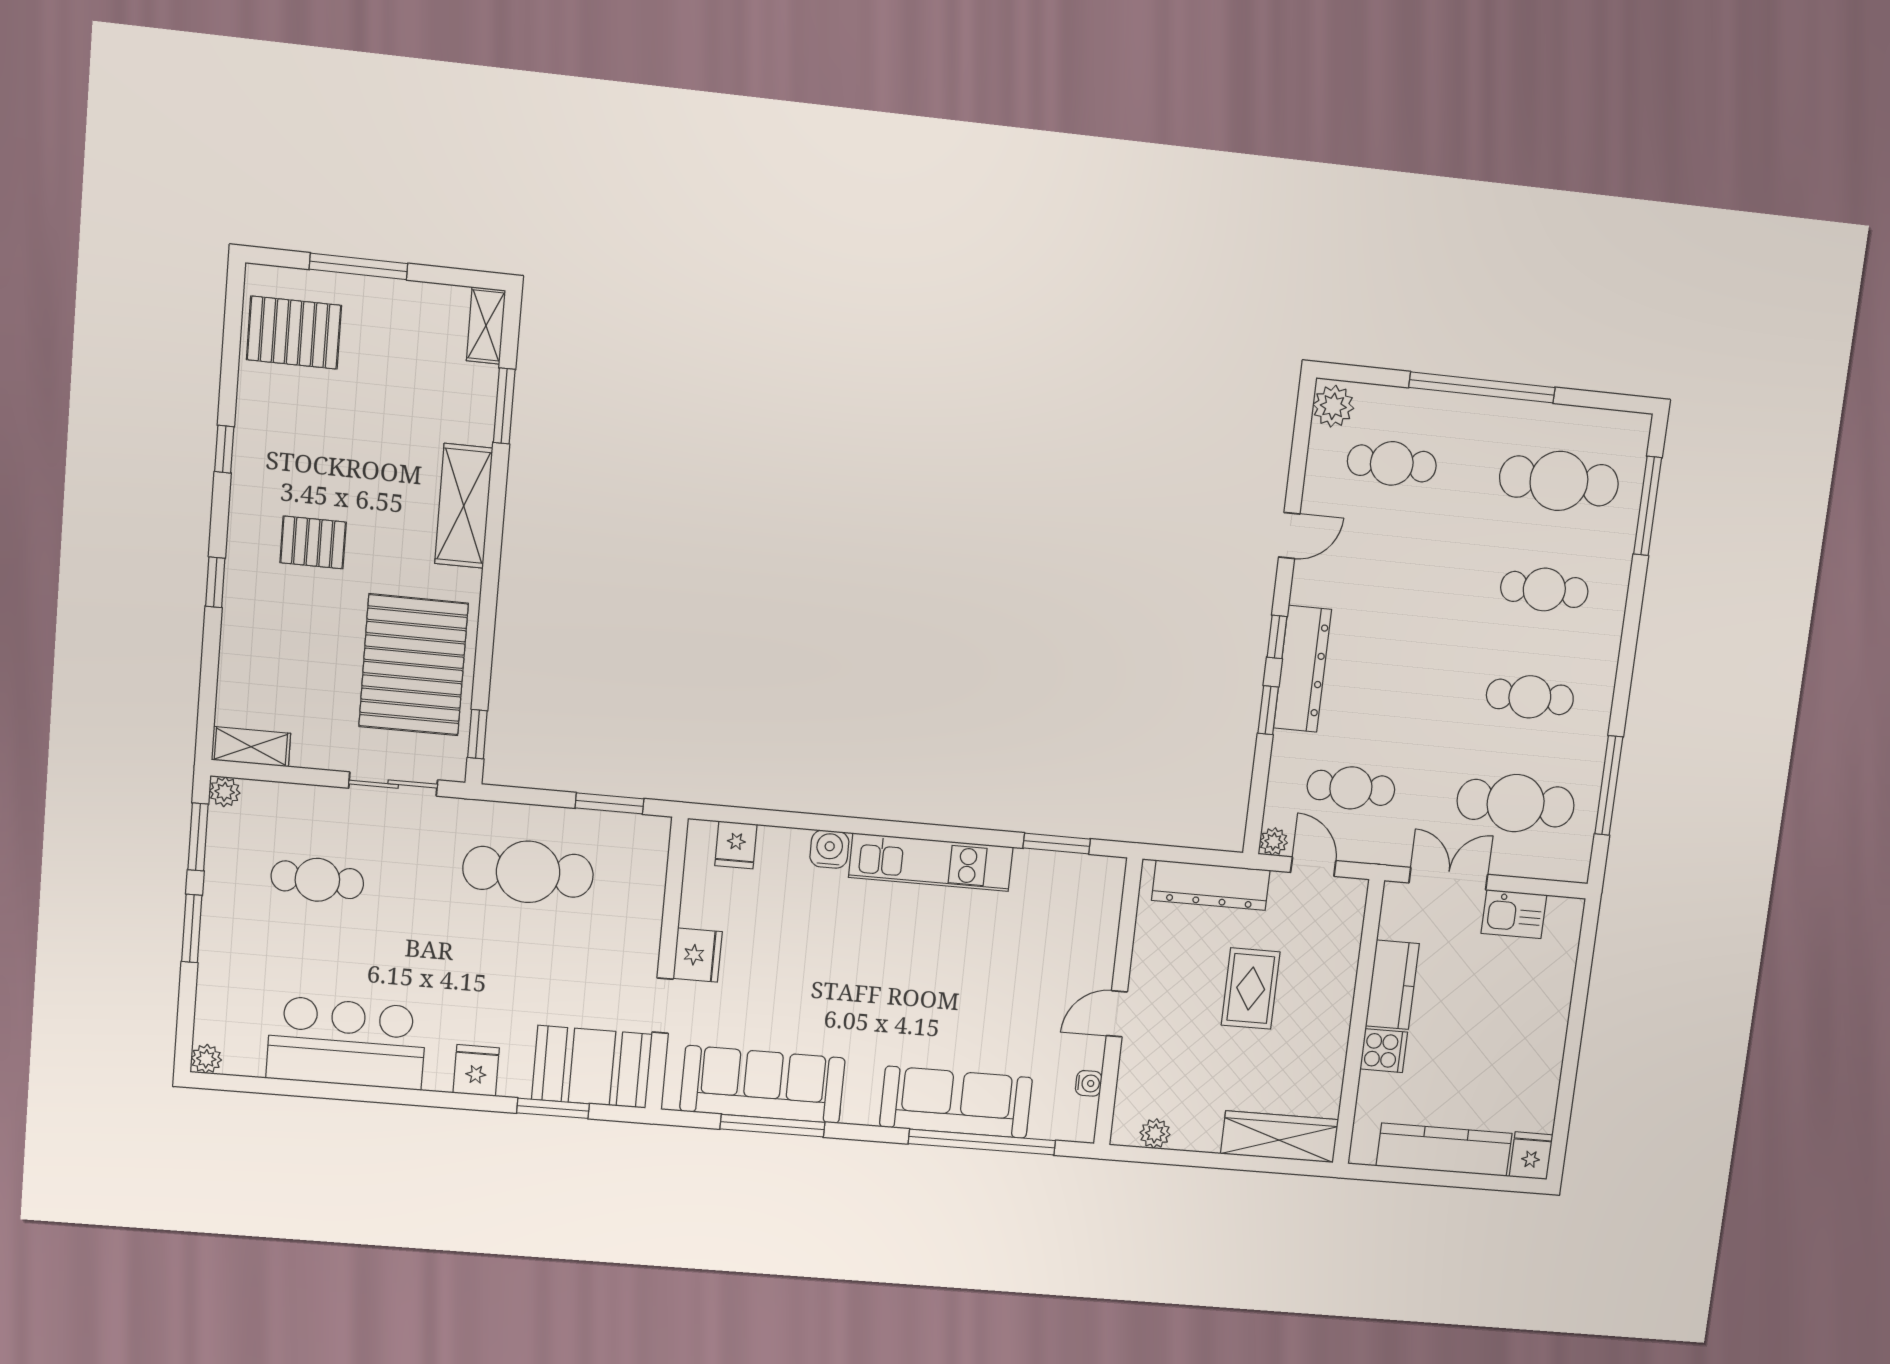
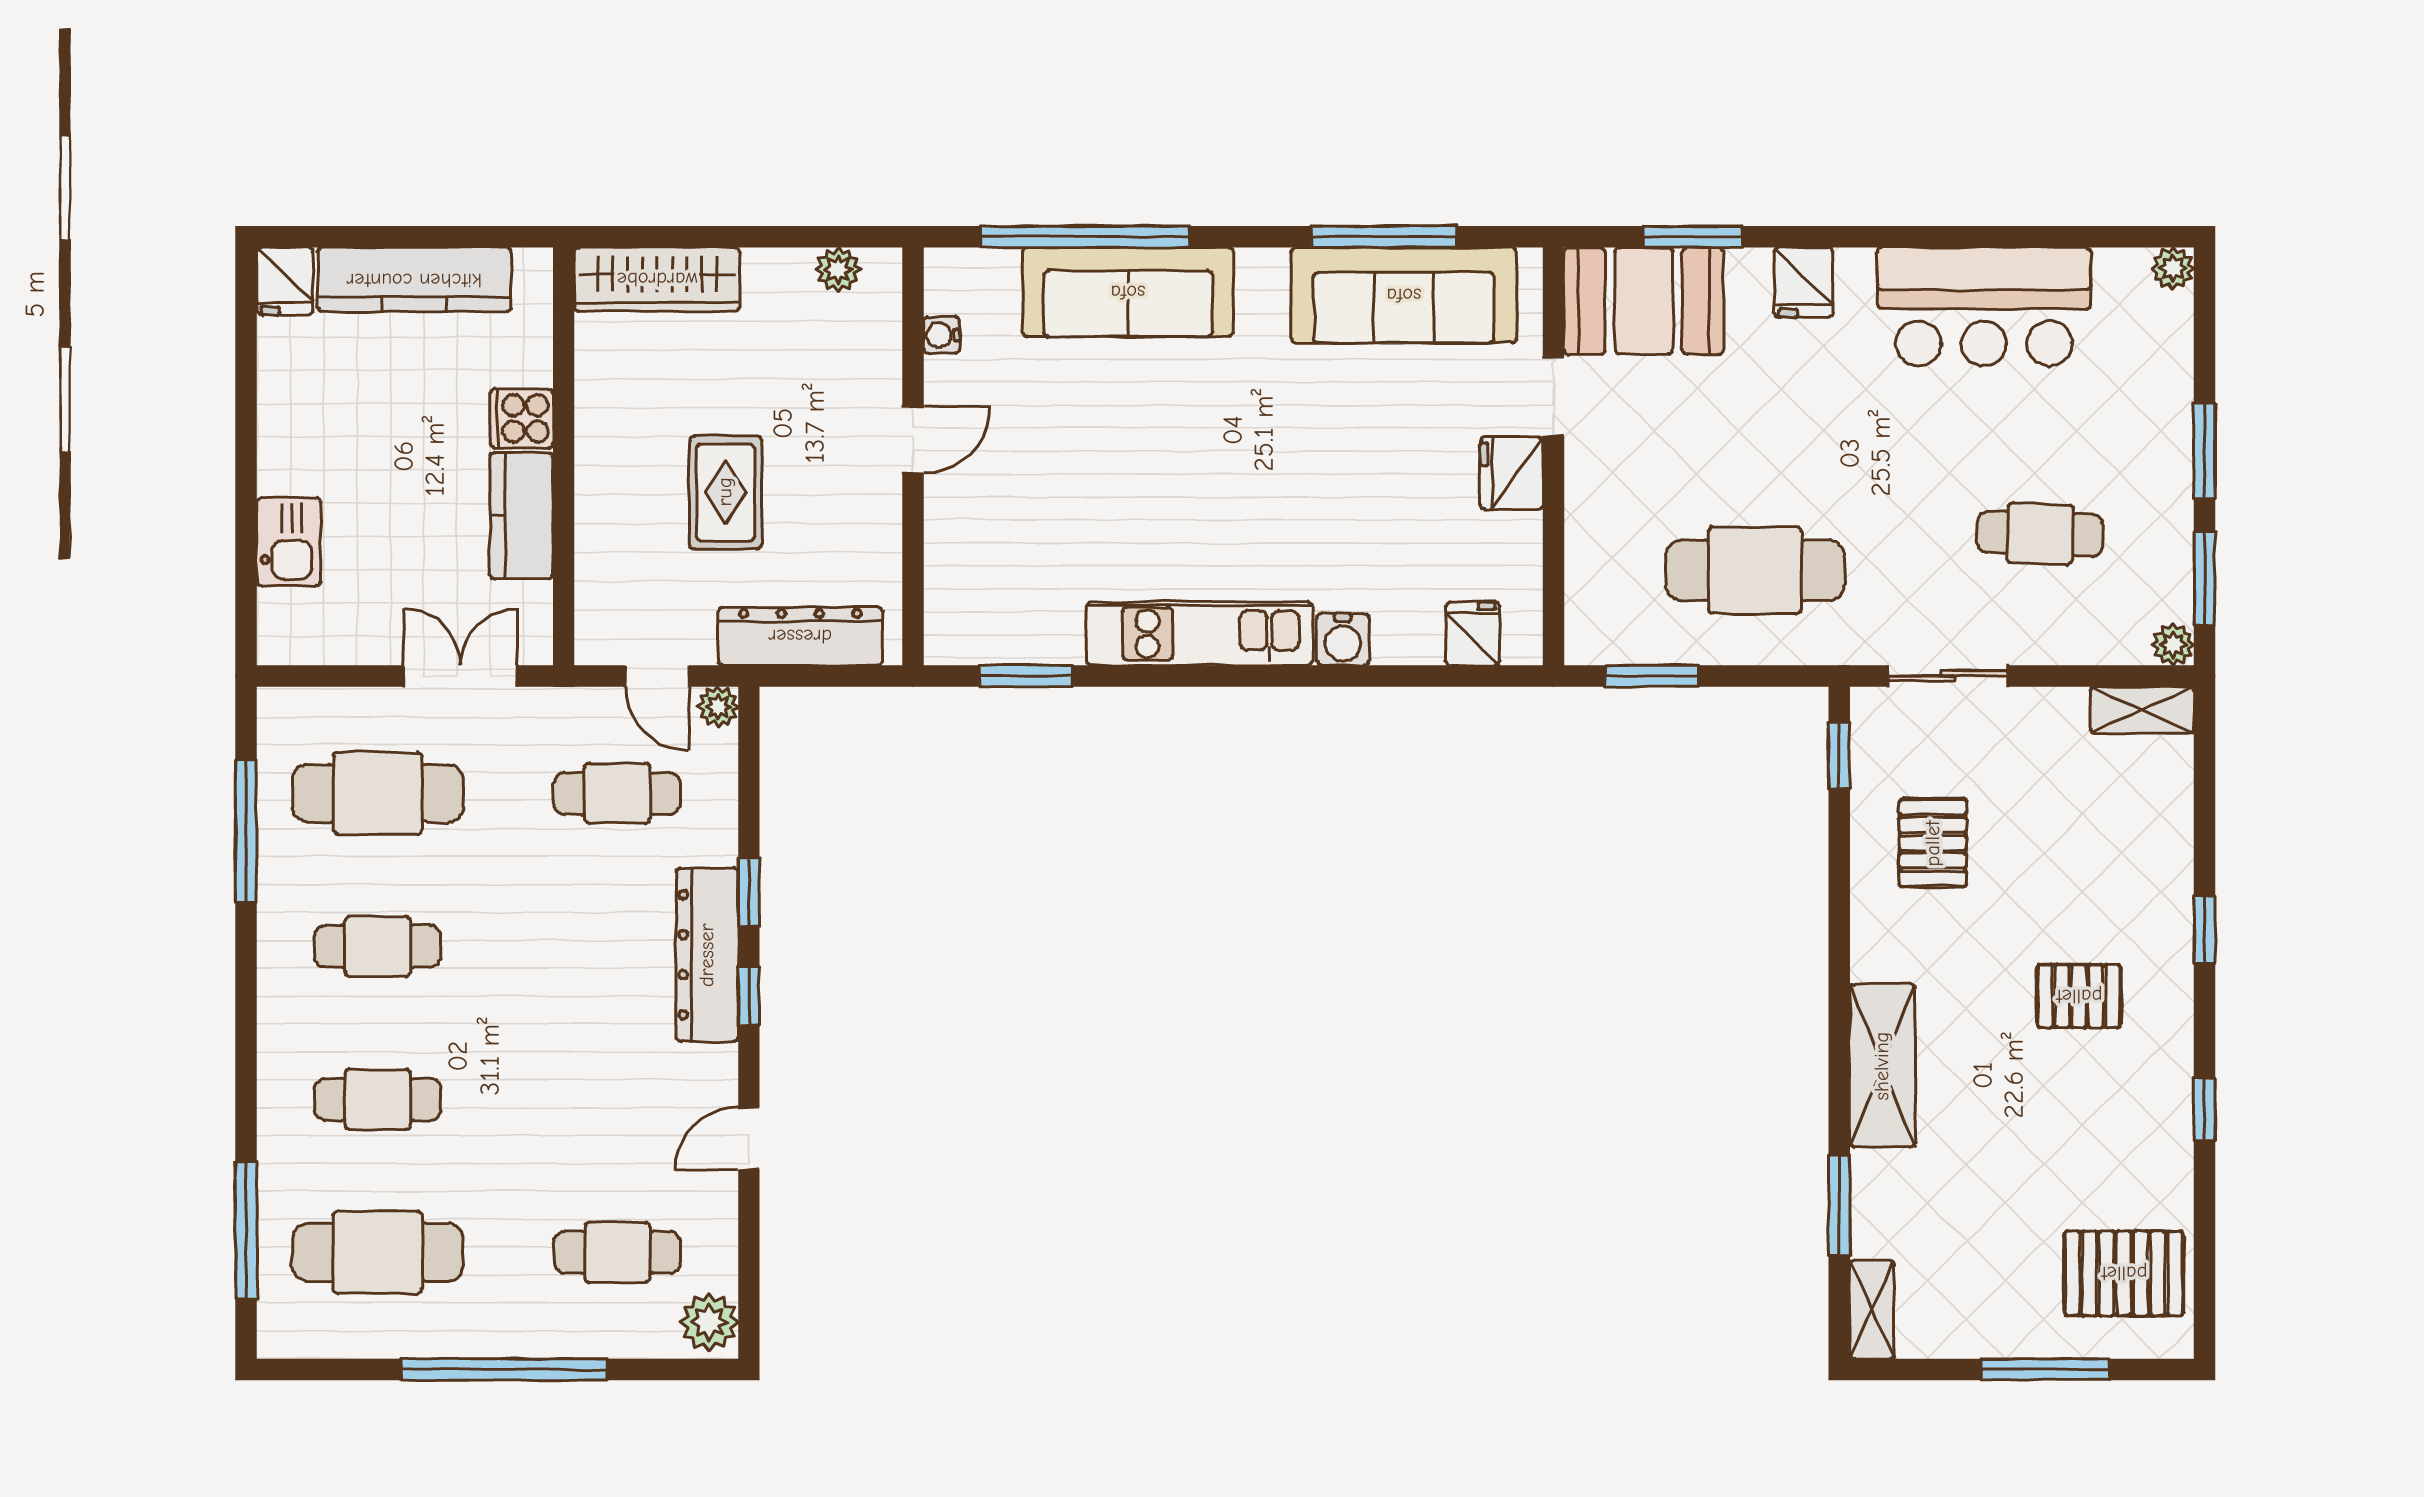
pallet: (413, 665) -> (1933, 843), width x0.49, depth x0.50
double door: (1448, 879) -> (460, 676), swing flipped
kitchen sink: (1514, 914) -> (289, 542), moved, turned 90

